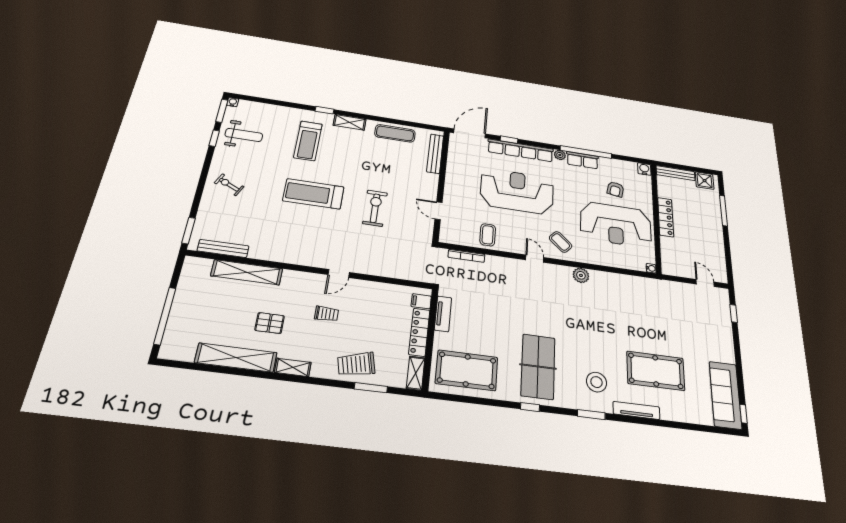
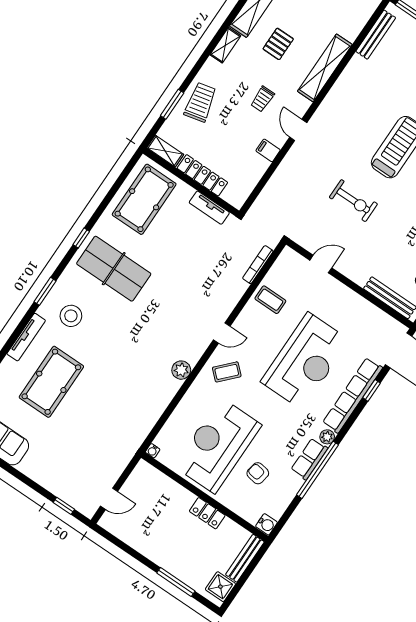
locker: (666, 217) -> (207, 513), width x0.66
shelving: (247, 272) -> (325, 68), moved
filing cabinet: (421, 301) -> (268, 150), moved, turned -90

